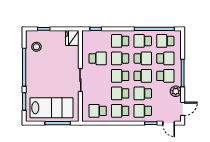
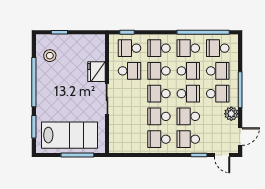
fridge: (72, 38) -> (96, 72), moved
school desk: (98, 111) -> (129, 48), moved

